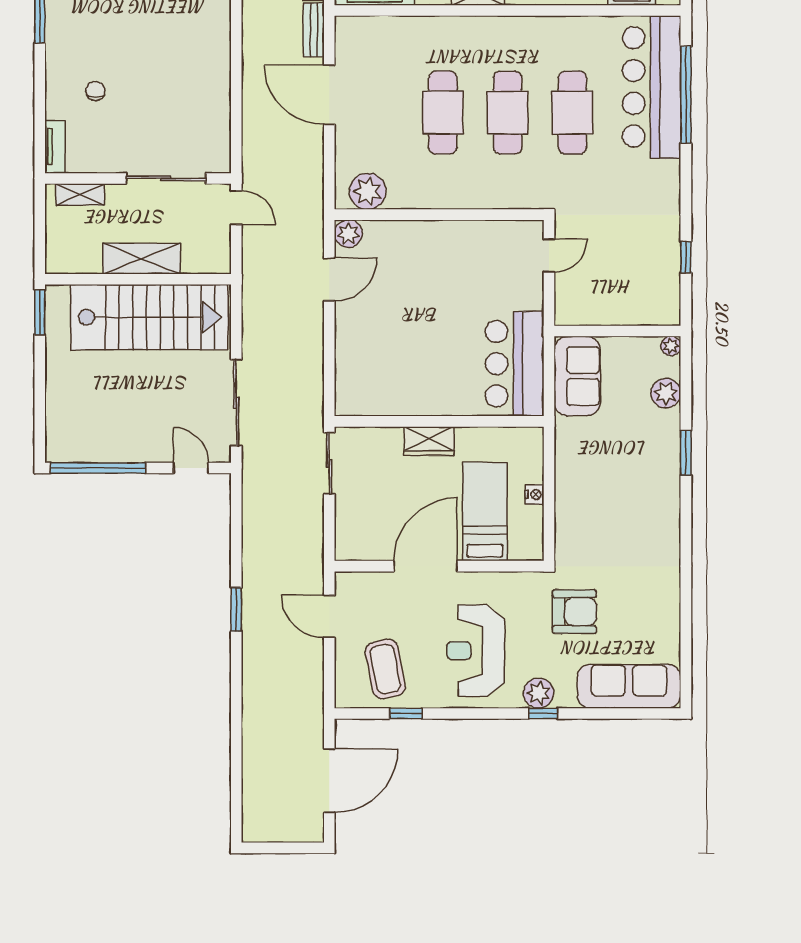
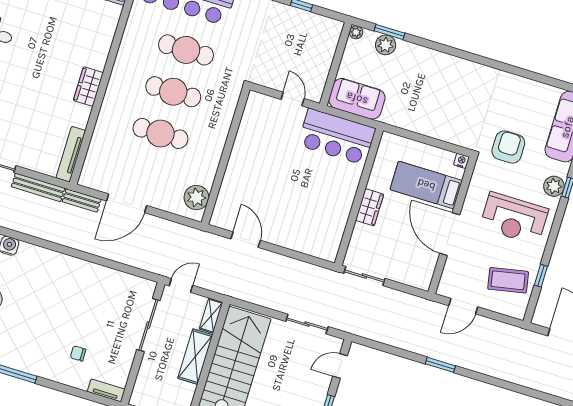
shelving: (80, 195) -> (211, 316), moved
plant: (348, 234) -> (220, 218), removed
door: (549, 255) -> (293, 99), moved
sliding door: (236, 403) -> (307, 324), width x0.73
window: (686, 453) -> (389, 32), moved
nightstand: (534, 495) -> (461, 161), moved

